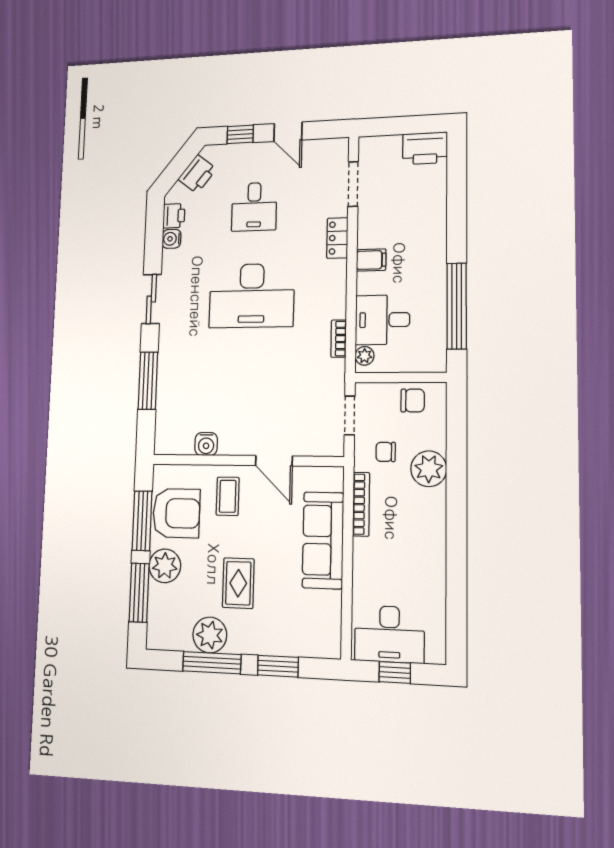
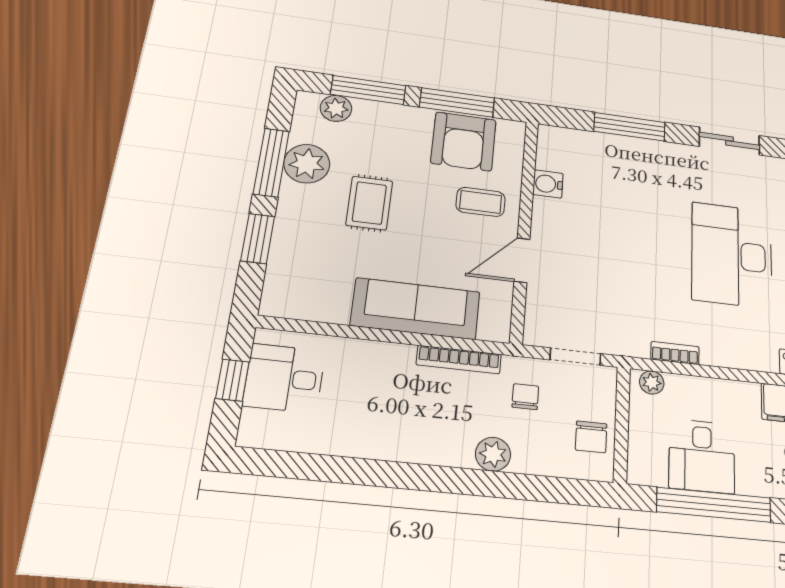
desk: (383, 320) -> (702, 456), moved, turned 180
plant: (429, 469) -> (493, 454), width x0.73, depth x0.73
plant: (165, 566) -> (336, 108), moved, width x0.73, depth x0.73
rug: (238, 583) -> (369, 203), turned 90
desk: (389, 634) -> (284, 378), width x0.73

